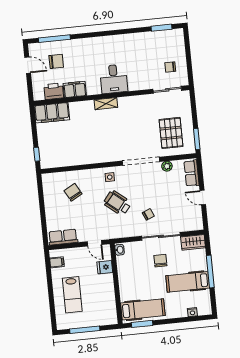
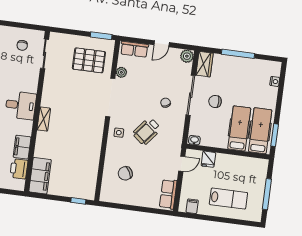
plant: (197, 224) -> (187, 56), added
hospital bed: (188, 282) -> (239, 128), moved, turned 180

